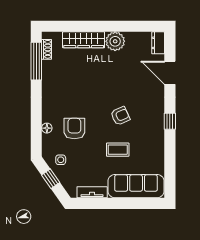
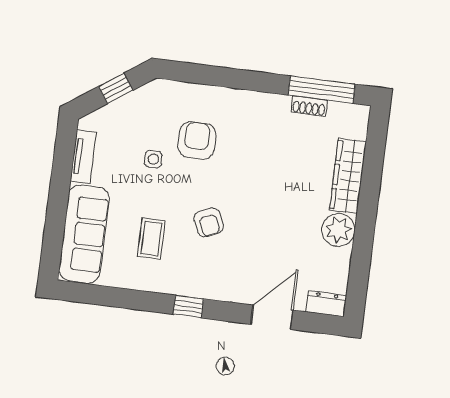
shoe rack: (47, 49) -> (309, 106), moved
floor lamp: (47, 128) -> (204, 93), removed
armchair: (74, 129) -> (197, 140), turned -90
coffee table: (118, 150) -> (151, 239), moved
side table: (61, 160) -> (153, 159), moved

